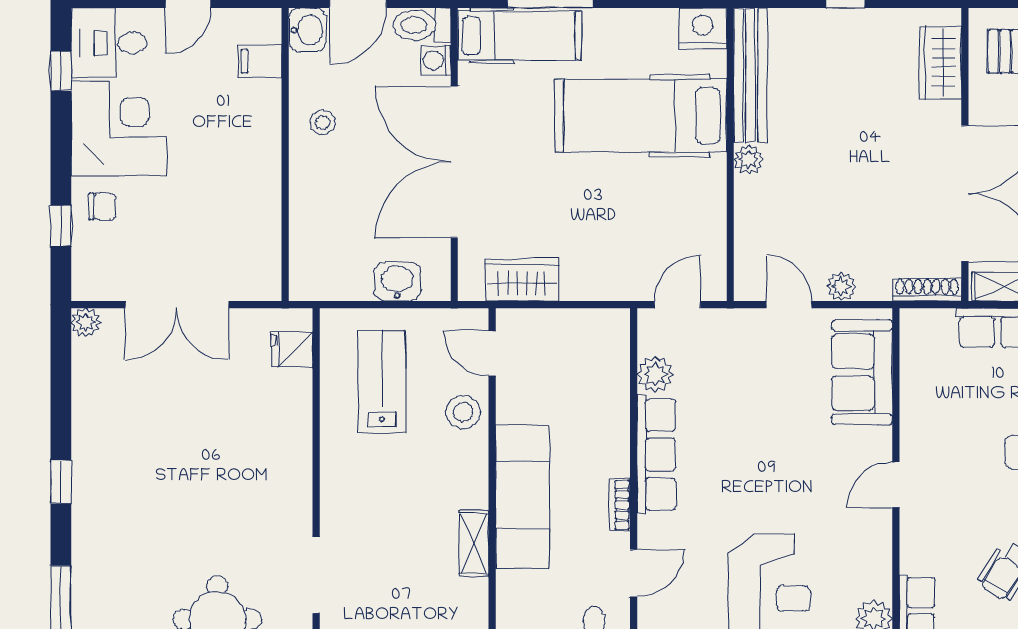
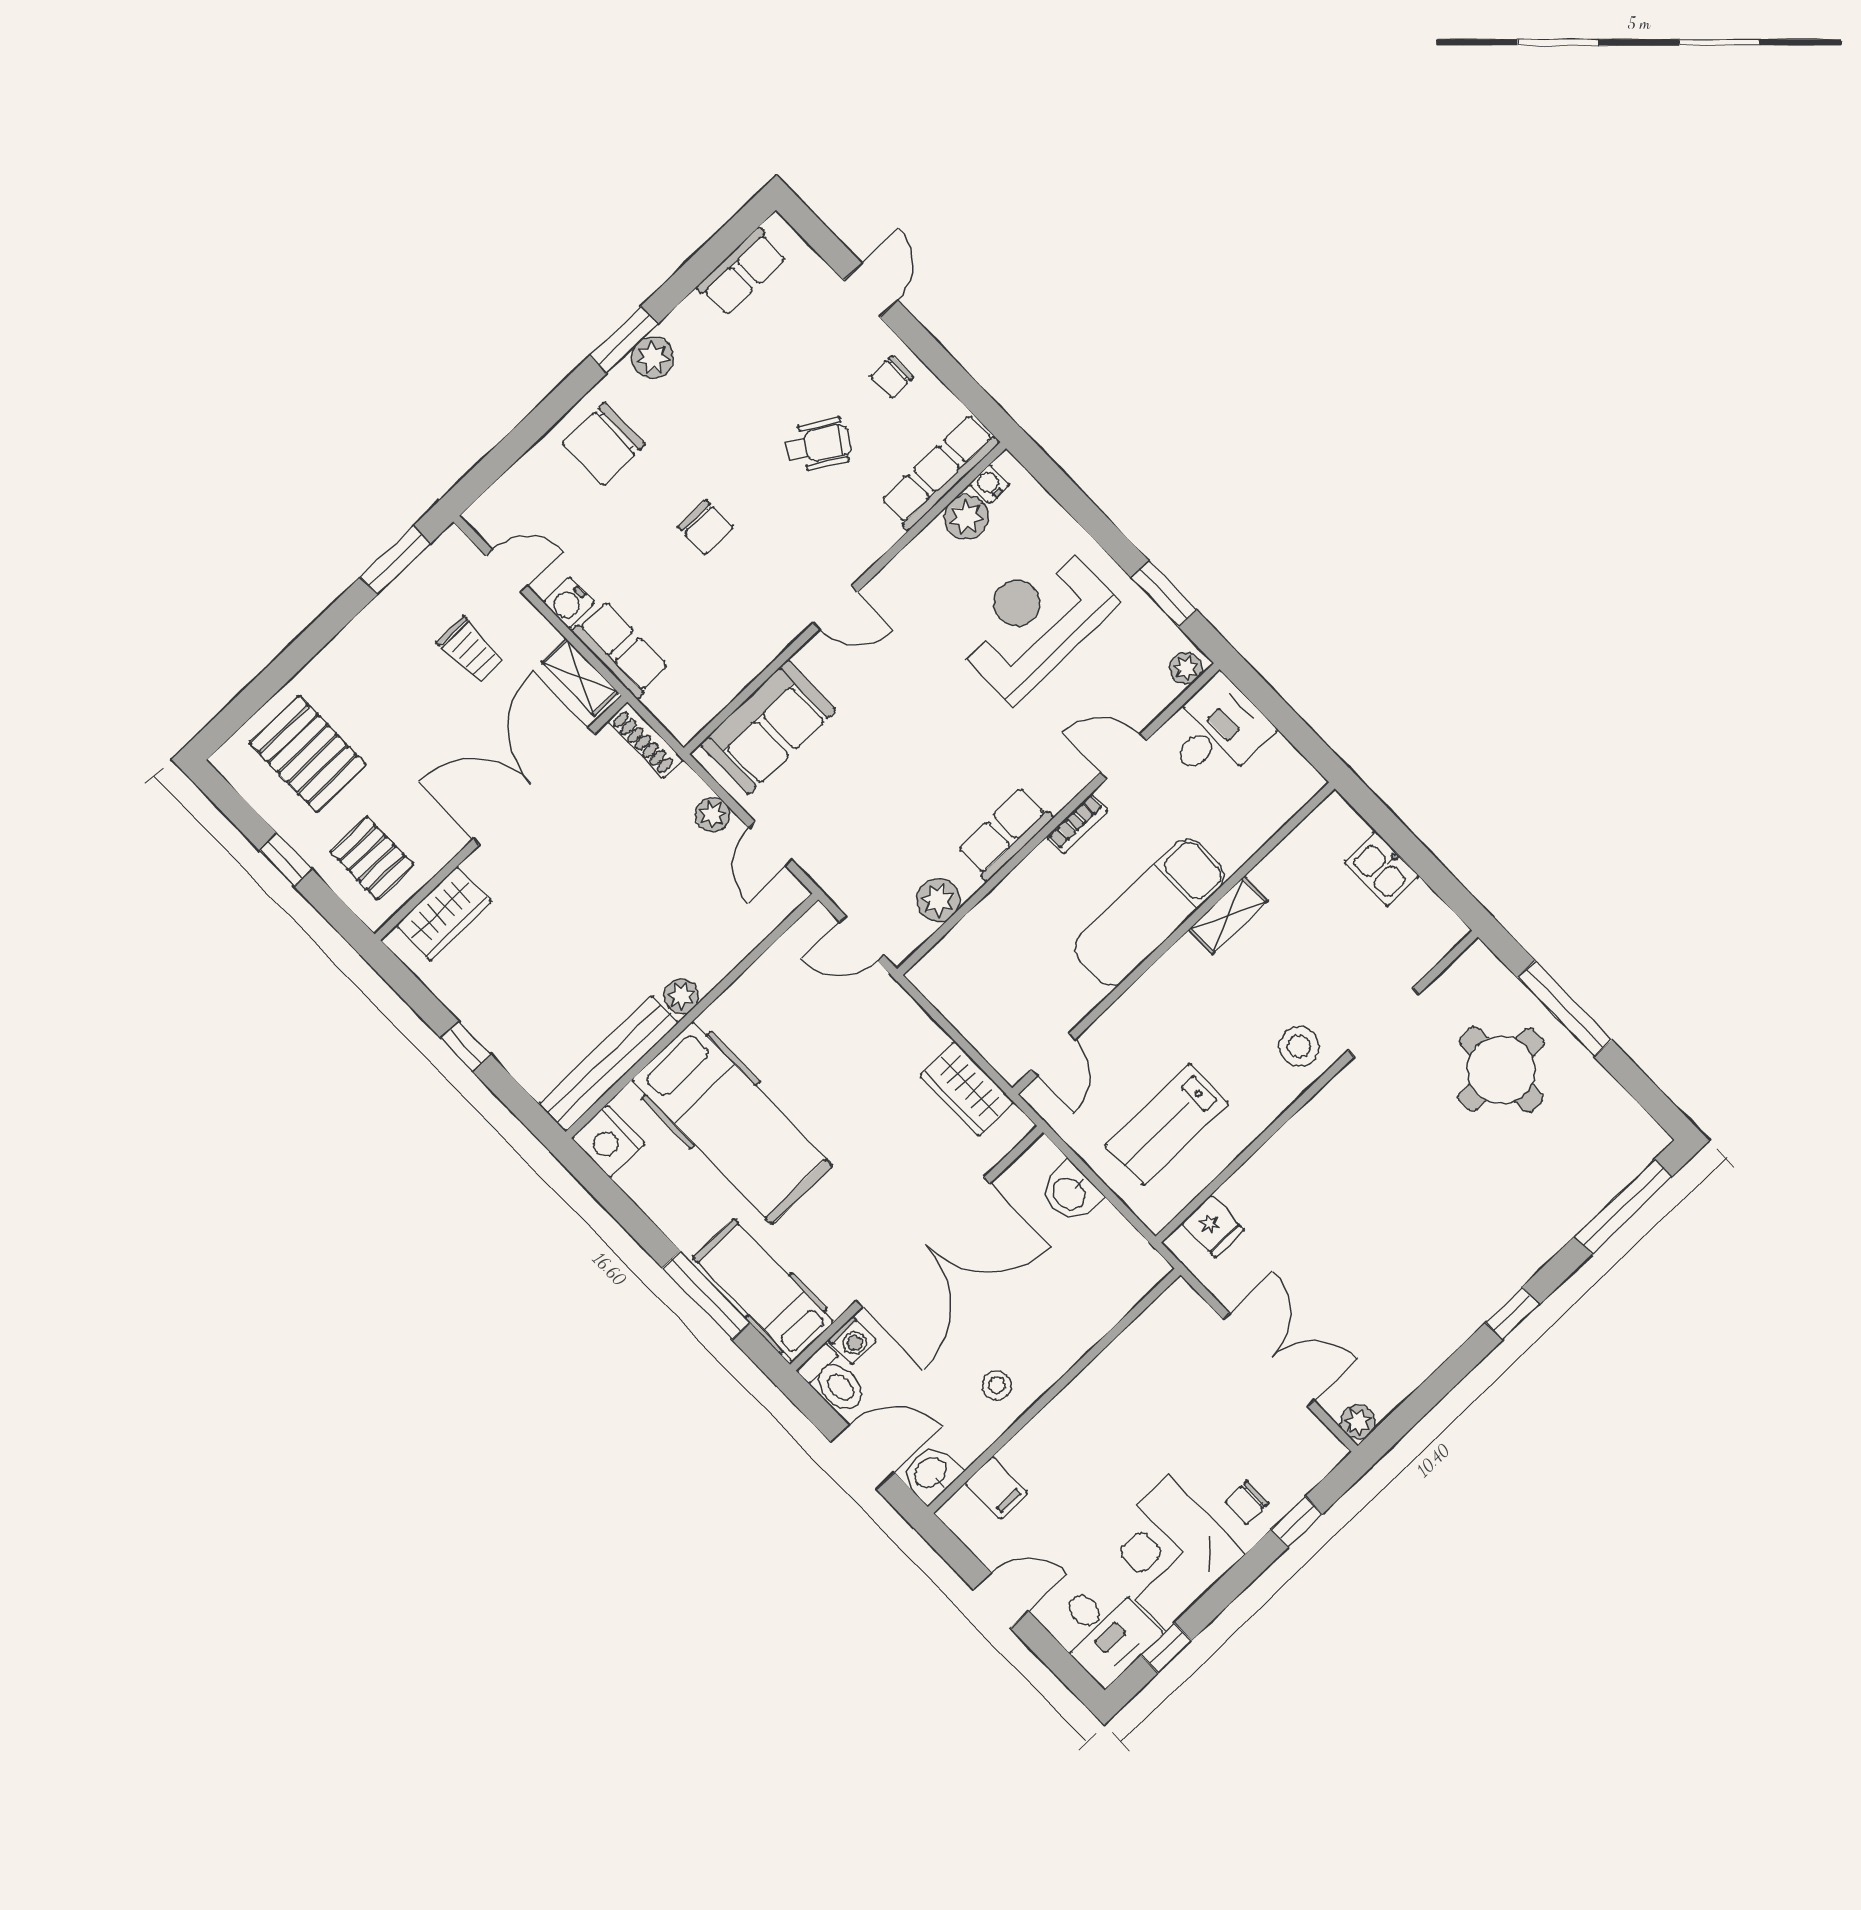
chair: (102, 206) -> (1247, 1503), turned -90
stool: (463, 412) -> (1299, 1046), moved
row of seats: (656, 454) -> (1005, 834), width x0.68

